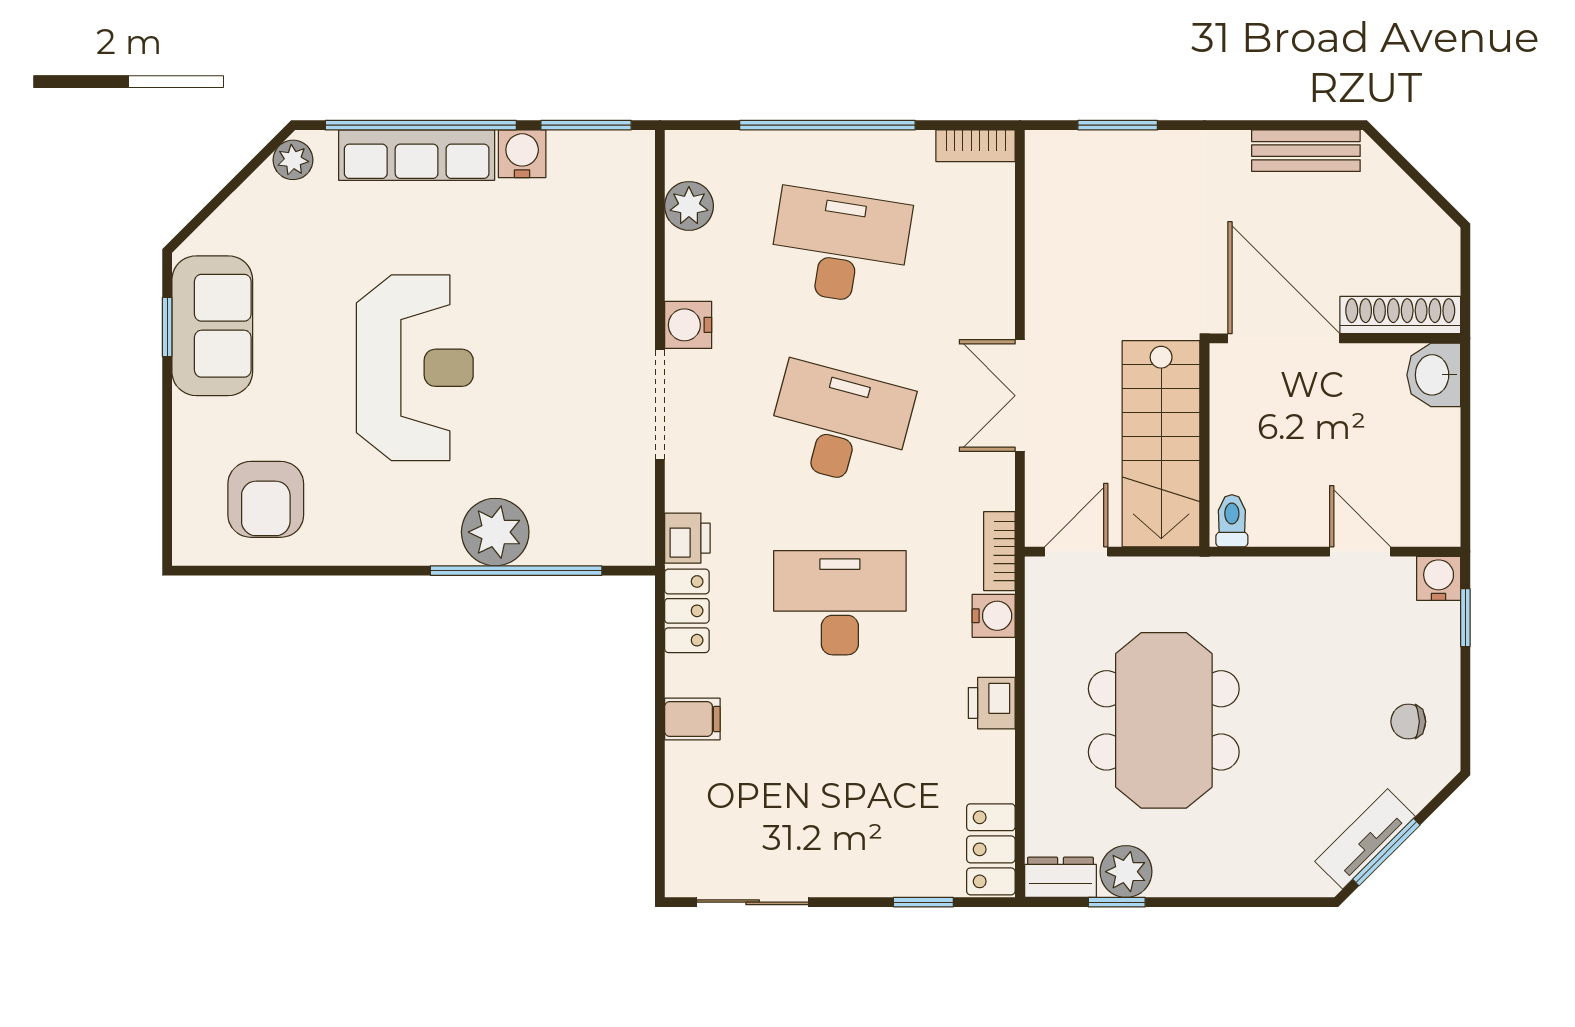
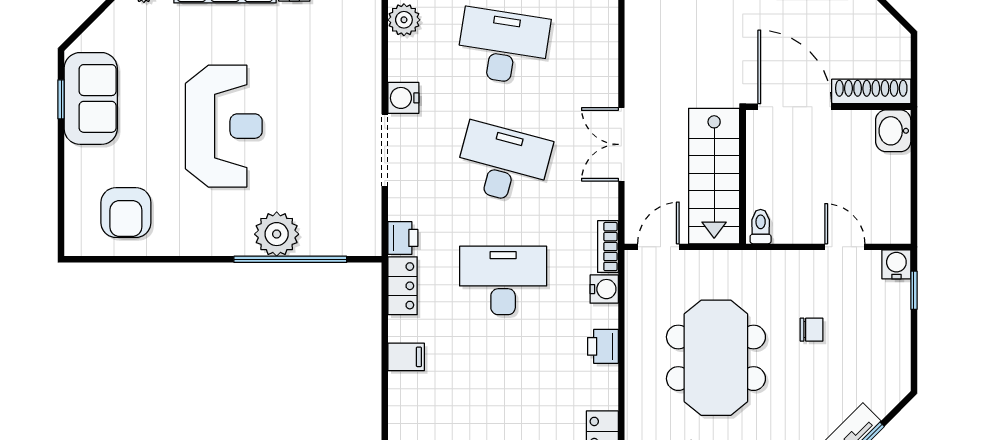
chair: (1408, 722) -> (812, 330), moved, turned 180

